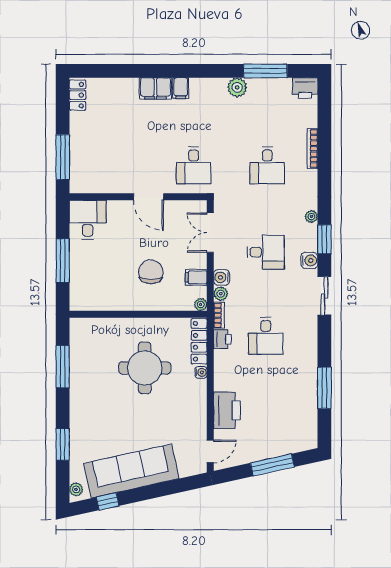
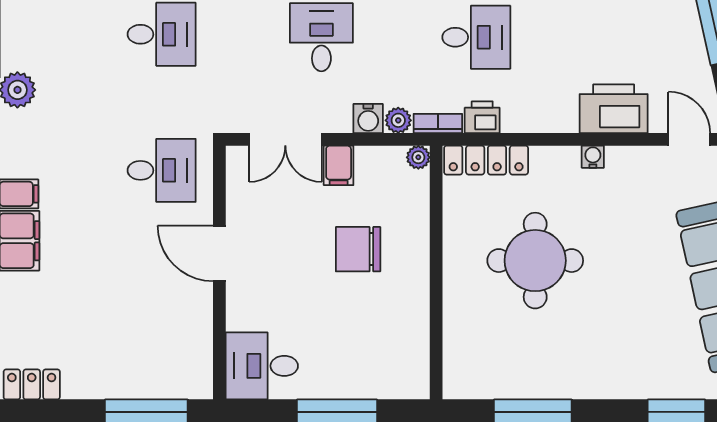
door: (149, 197) -> (219, 253), swing flipped
filing cabinet: (196, 277) -> (339, 165), moved
water cooler: (201, 372) -> (593, 157), moved

